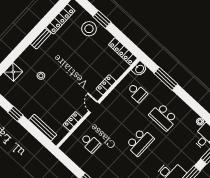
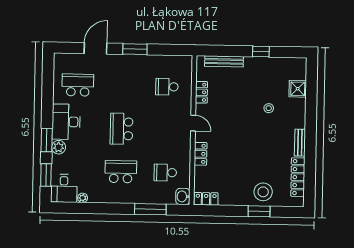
locker: (123, 51) -> (206, 199), width x0.66
plant: (187, 165) -> (59, 147), added

